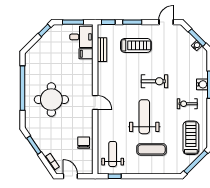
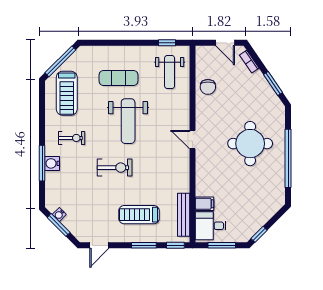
bench: (102, 50) -> (184, 215), width x1.36
exercise bike: (155, 81) -> (115, 168), turned 180

